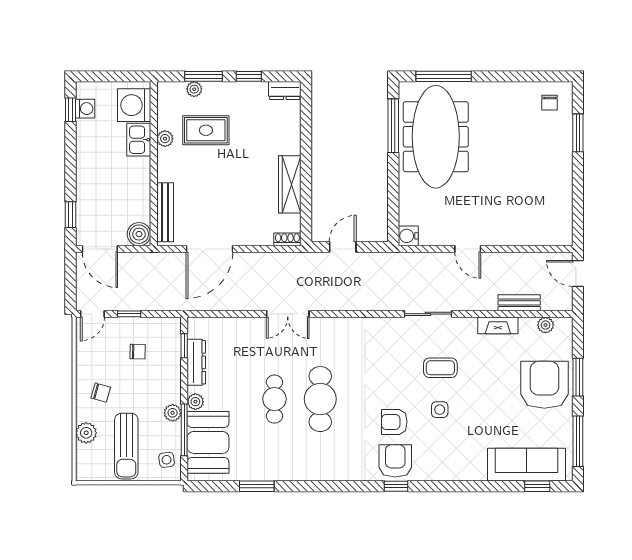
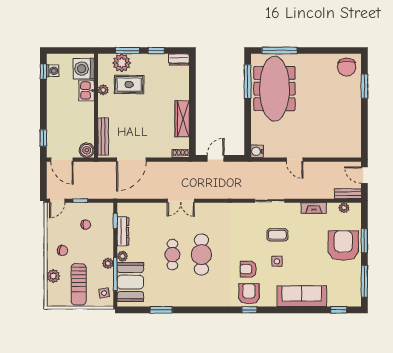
plant: (194, 89) -> (122, 63), width x1.87, depth x1.87
chair: (550, 103) -> (347, 67), width x1.87, depth x1.87
bench: (519, 303) -> (348, 194), moved
sofa: (527, 465) -> (302, 296), moved

